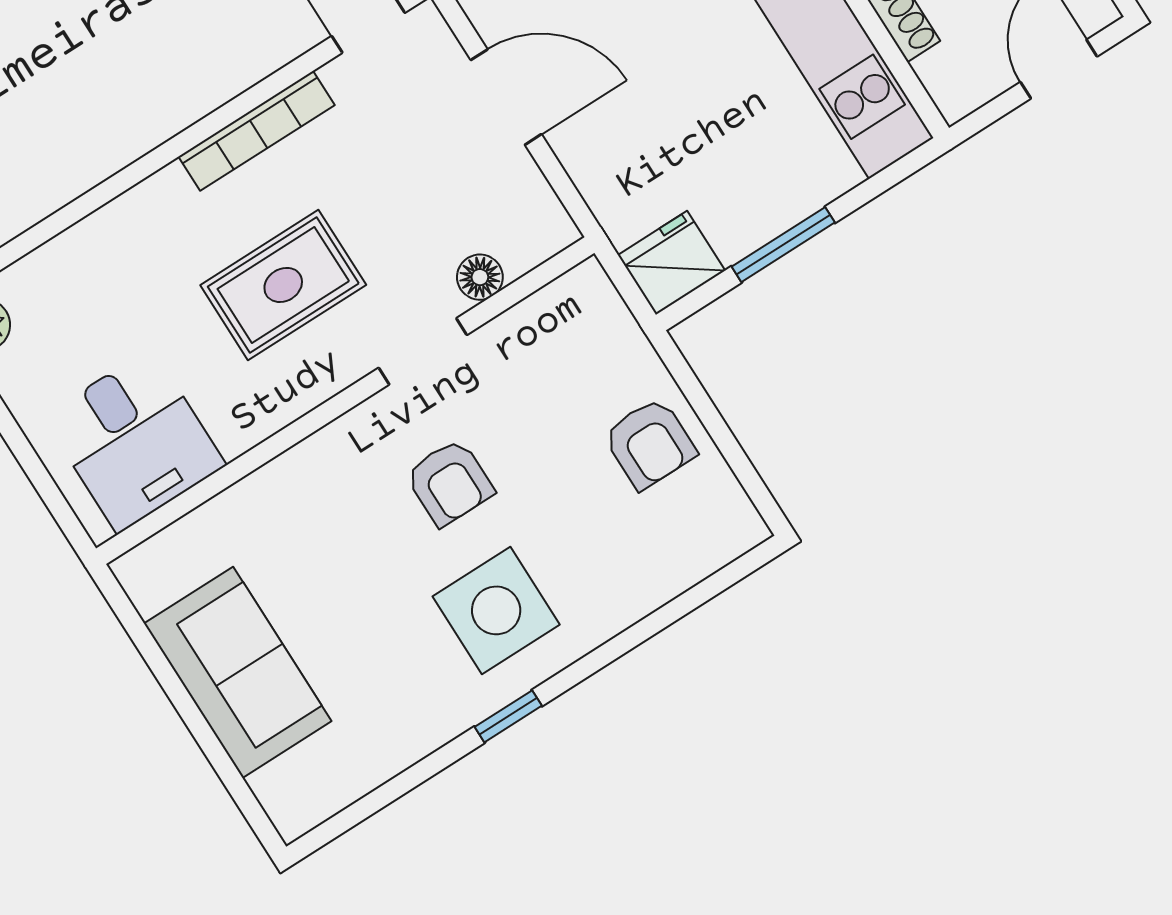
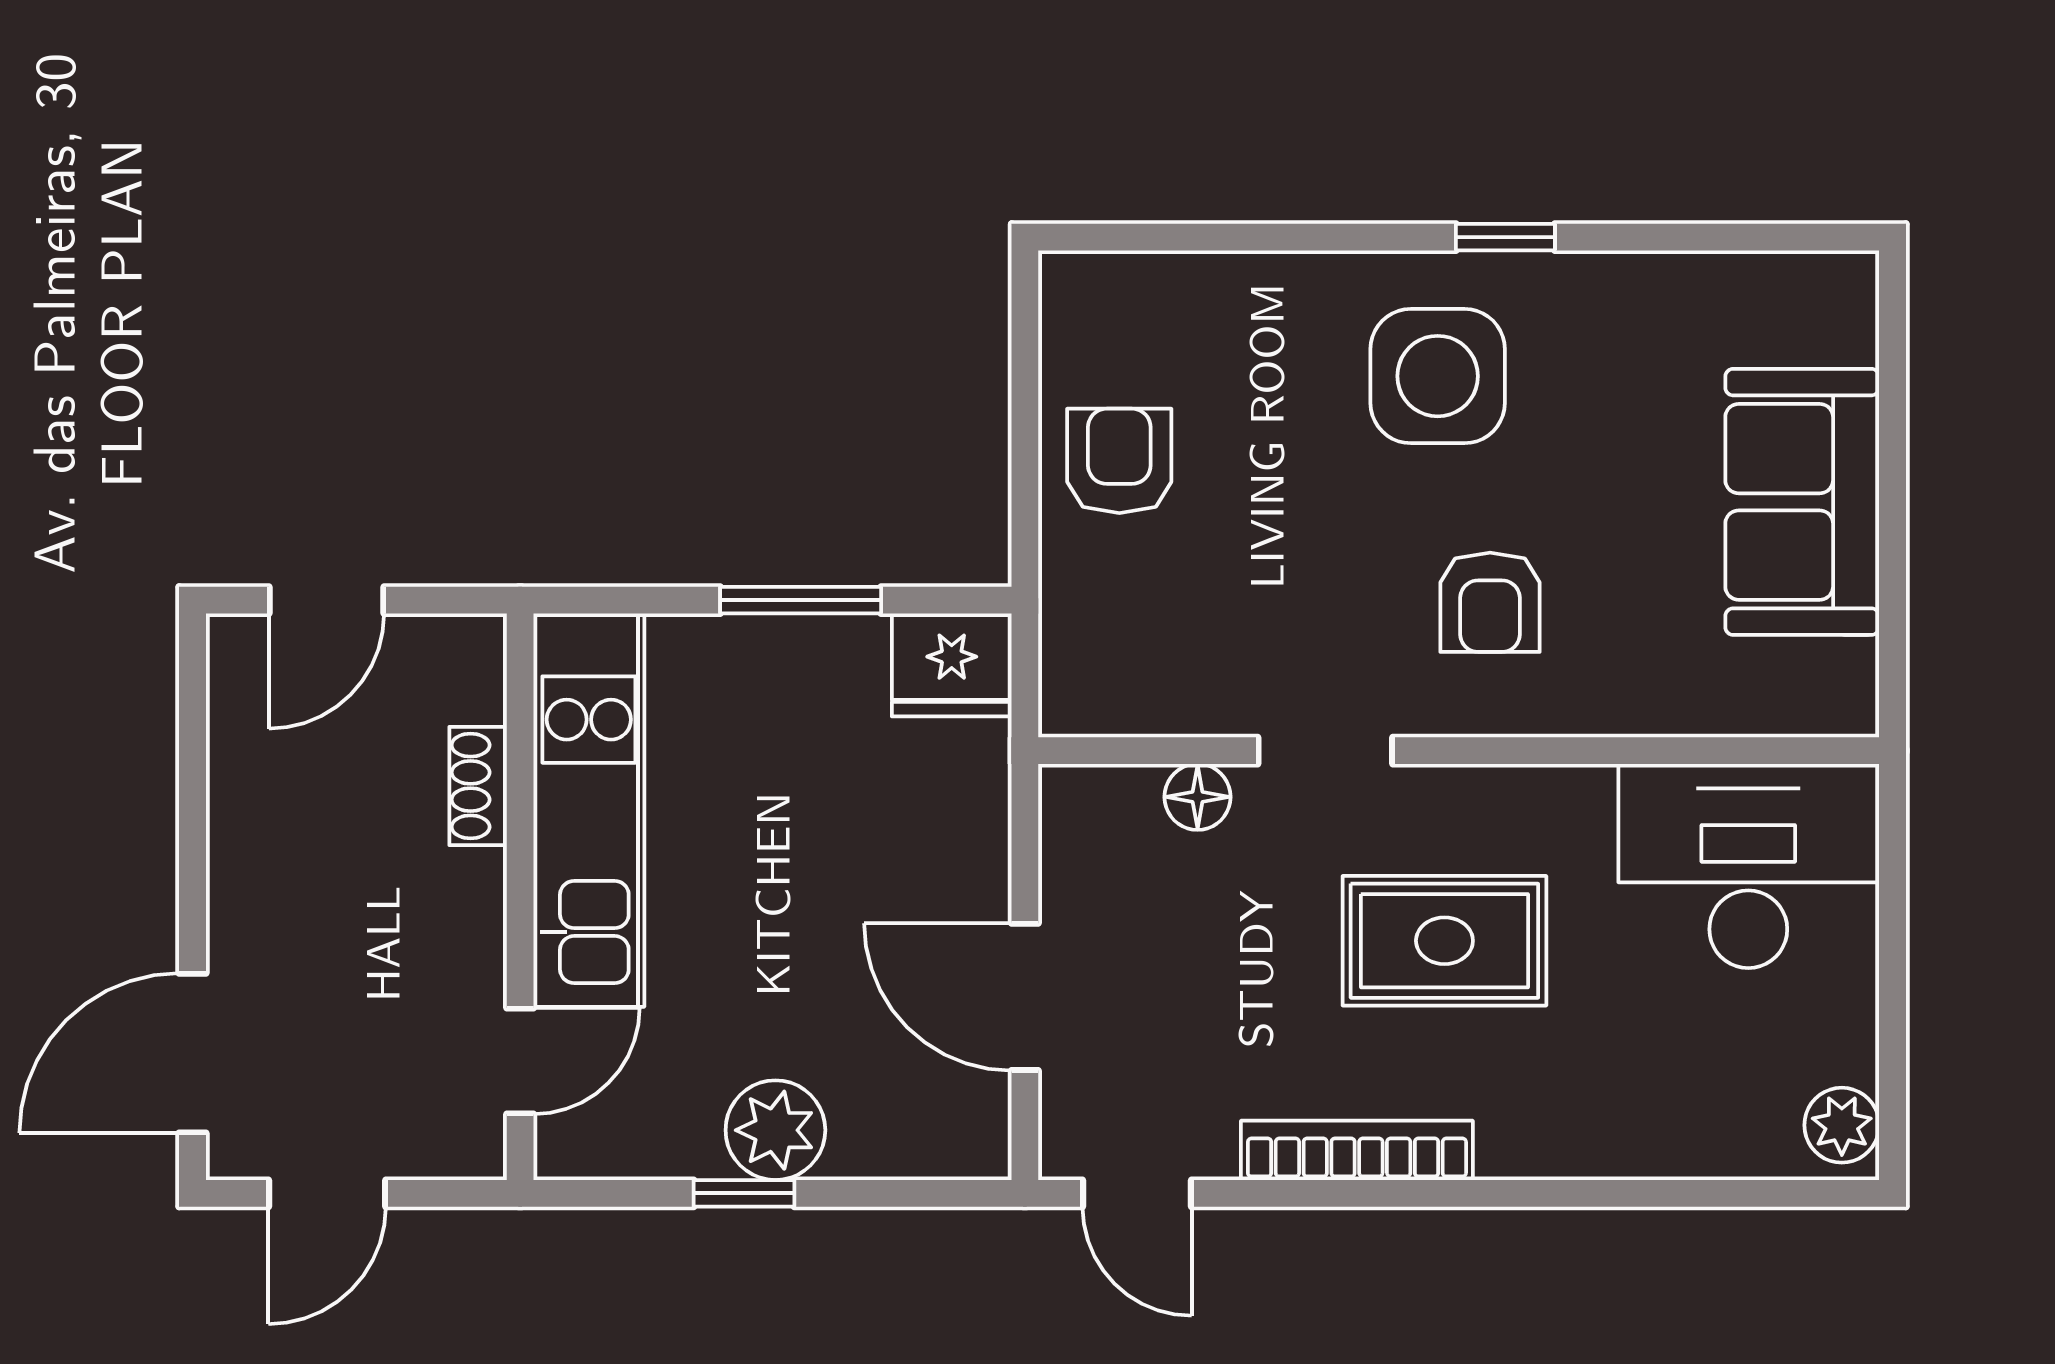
desk: (134, 441) -> (1748, 866), width x1.37
armchair: (450, 482) -> (1490, 602), moved, turned 180

